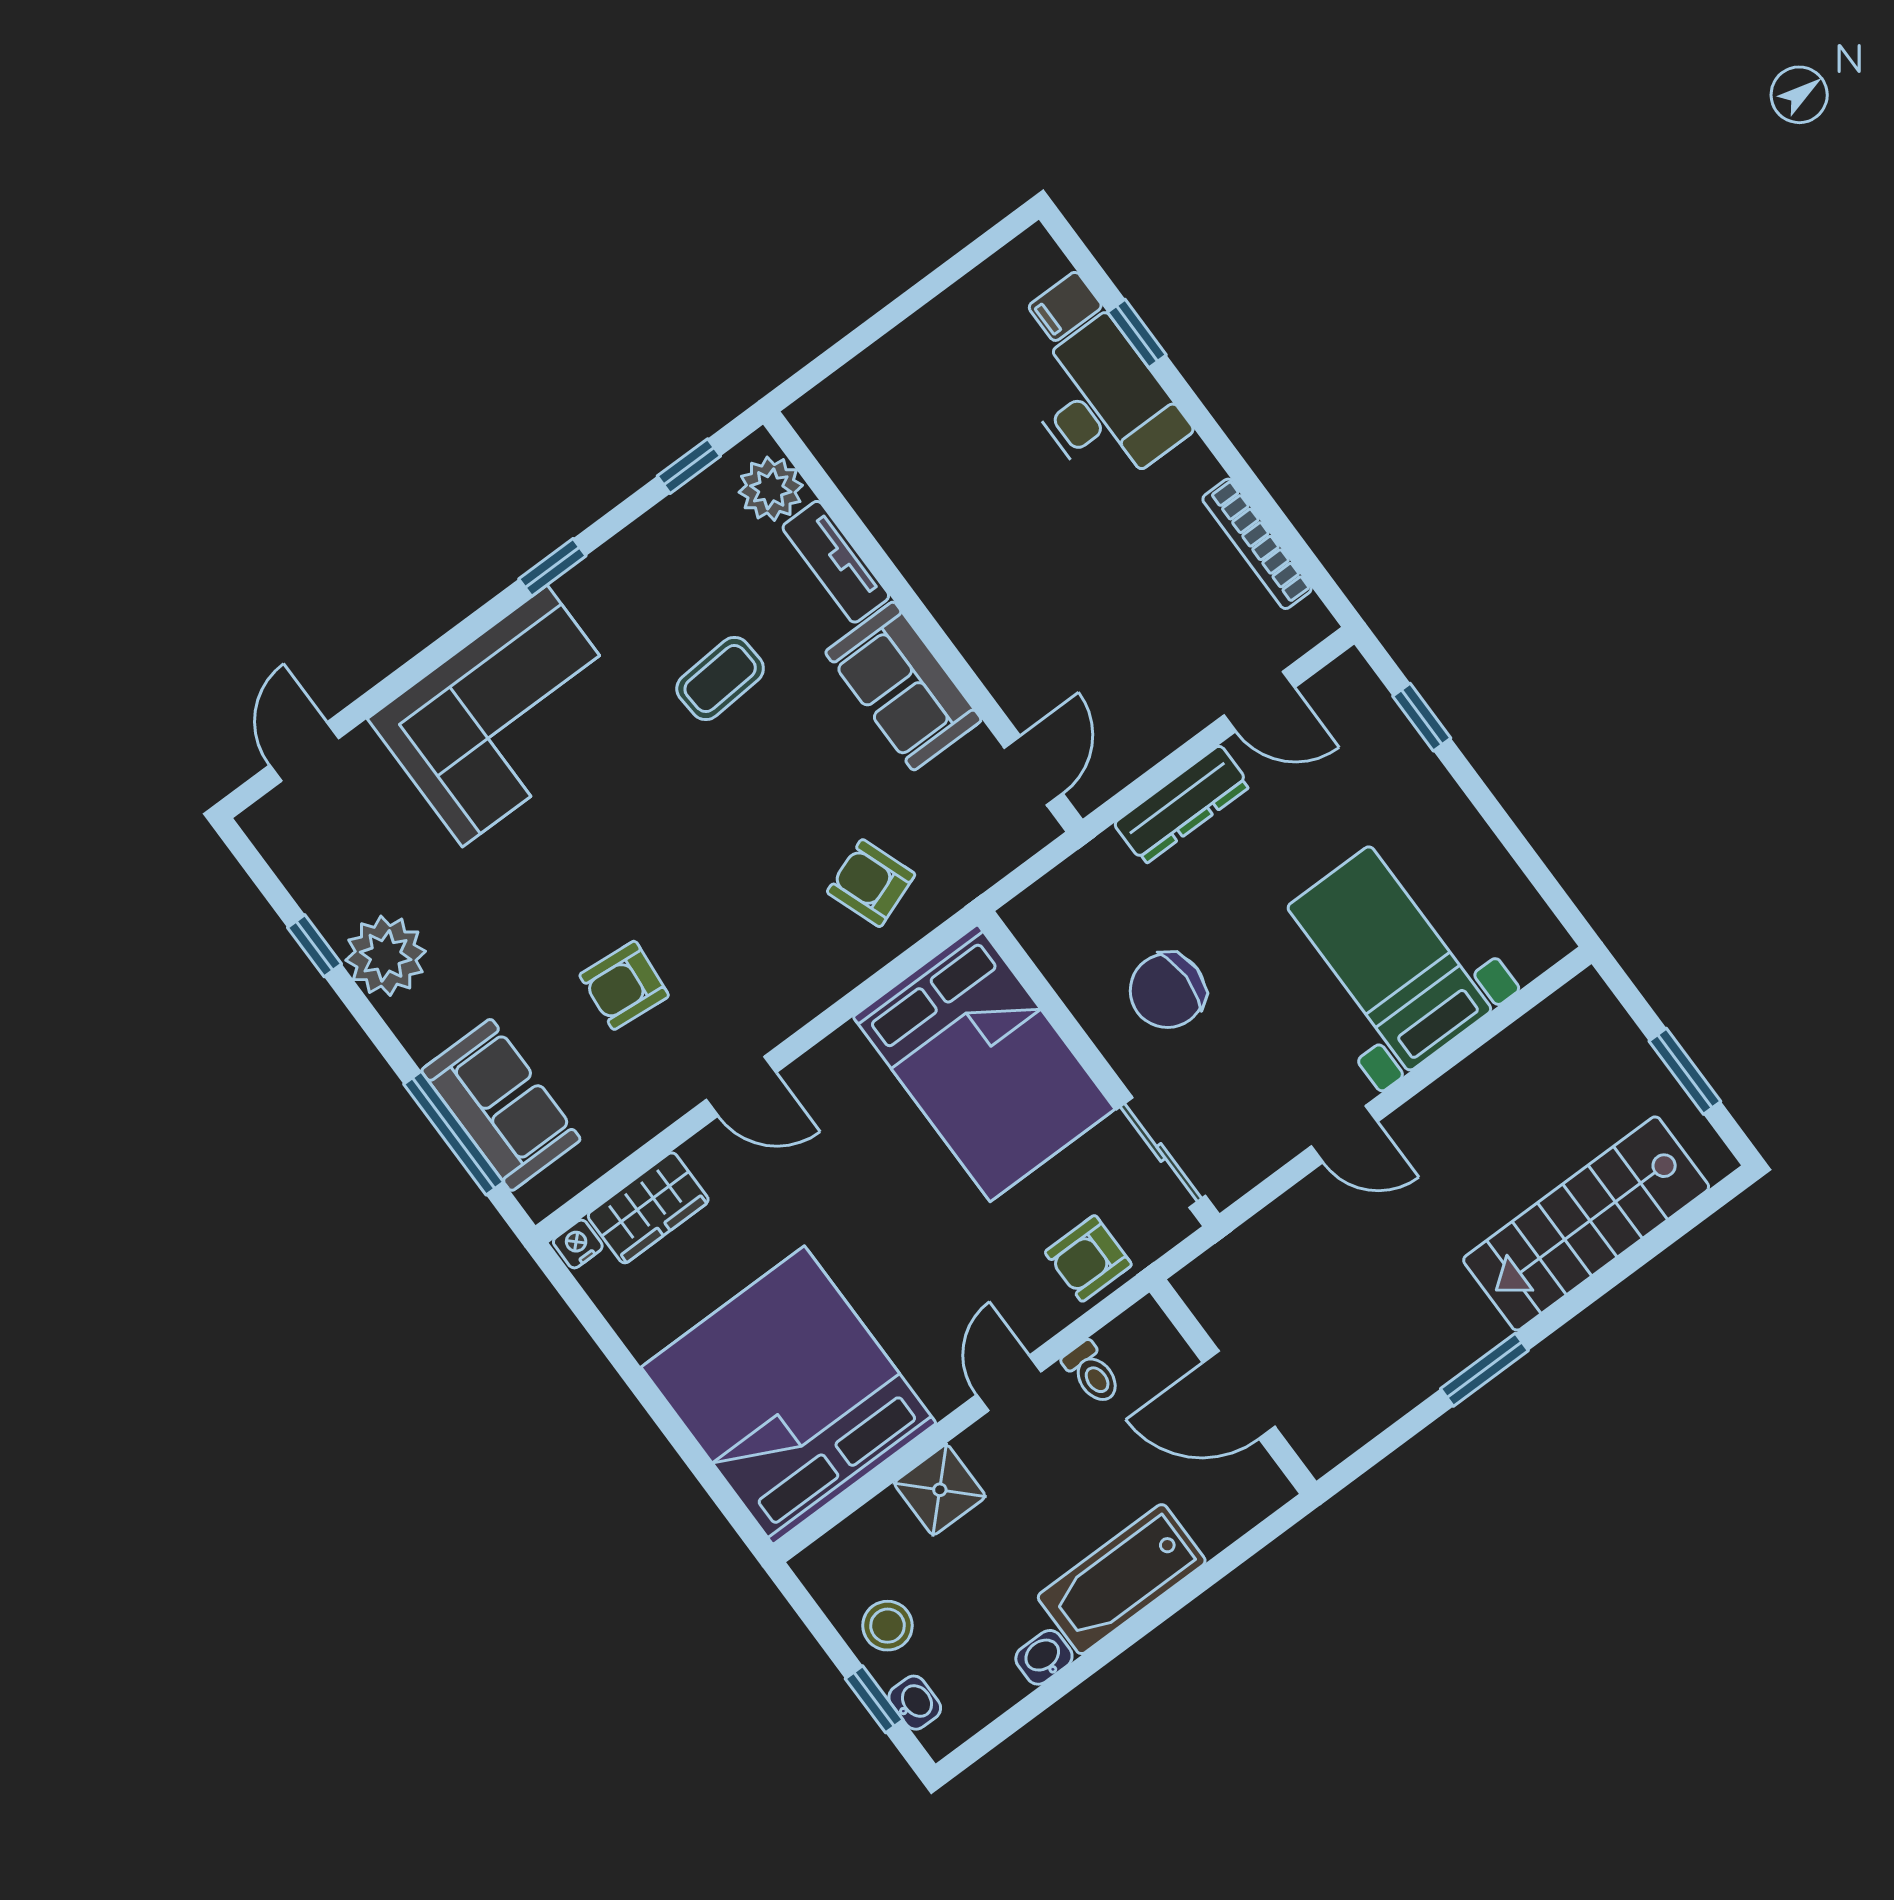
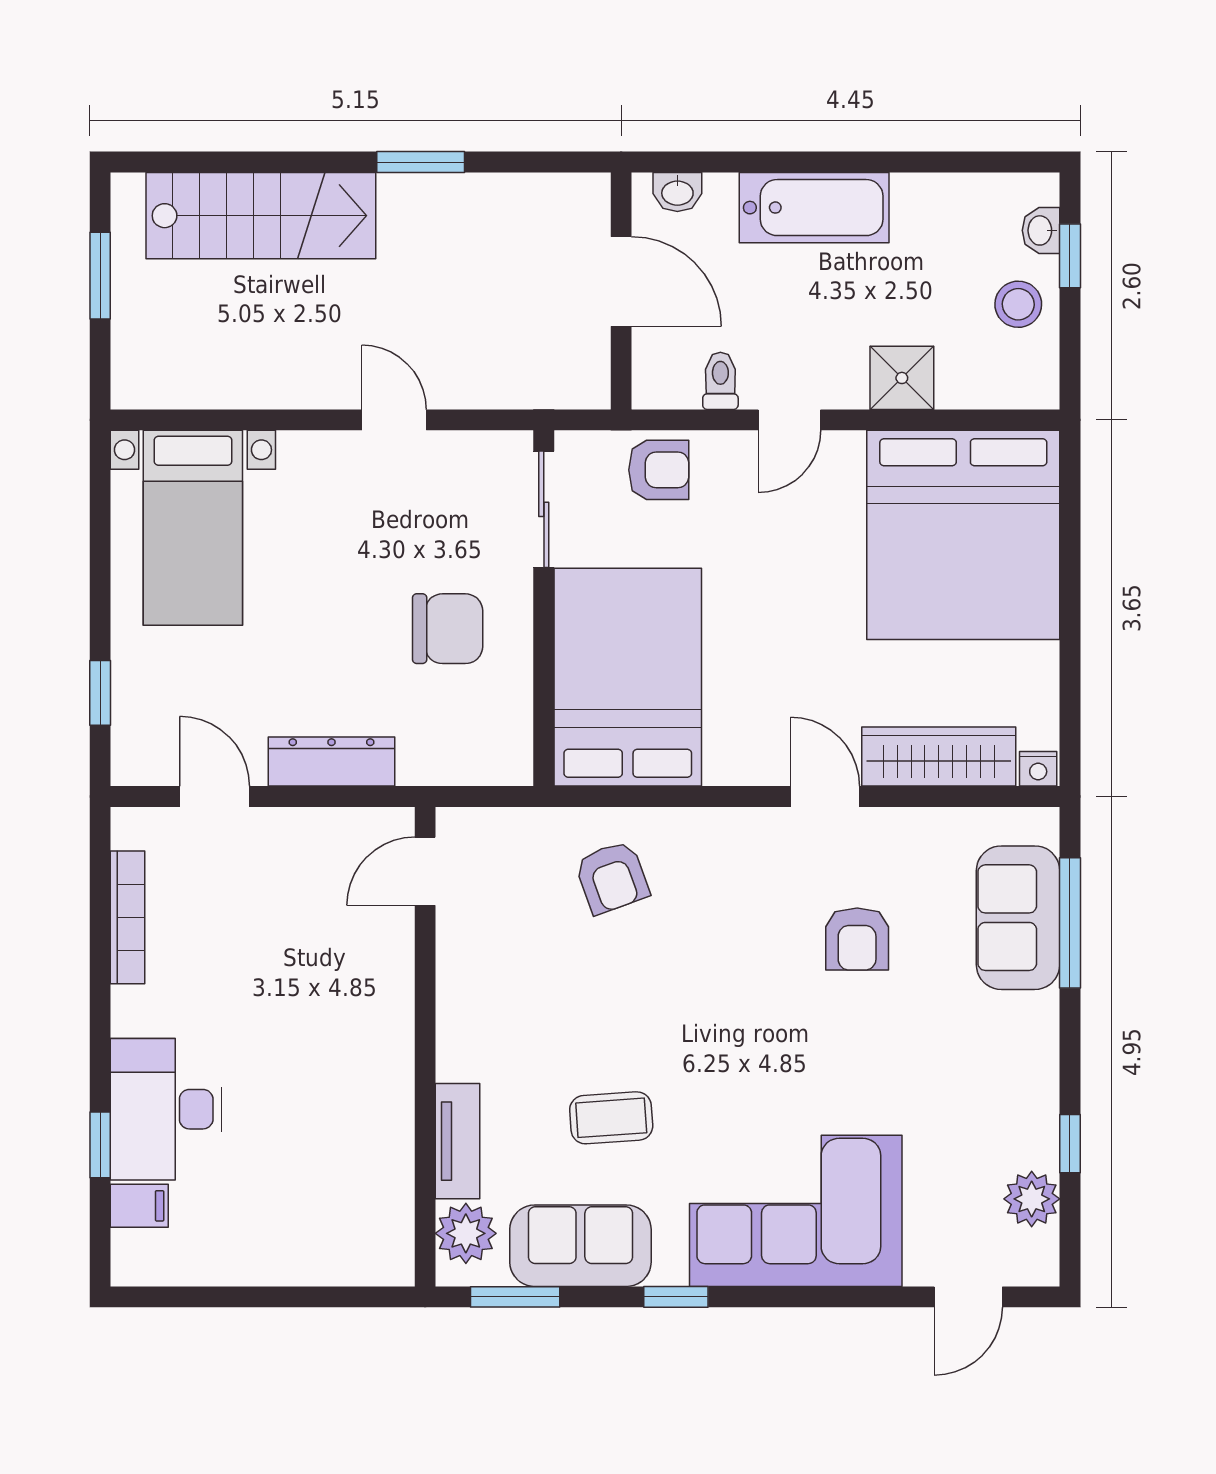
window: (689, 466) -> (515, 1297), width x1.50
sofa: (903, 686) -> (580, 1246), moved, turned -90
plant: (386, 956) -> (1032, 1199), moved, width x0.73, depth x0.73
bed with nightstands: (1389, 958) -> (193, 528), moved
armchair: (624, 985) -> (857, 939), turned 85
wardrobe: (648, 1208) -> (939, 756), width x1.50
washbasin: (1044, 1657) -> (677, 192), moved

